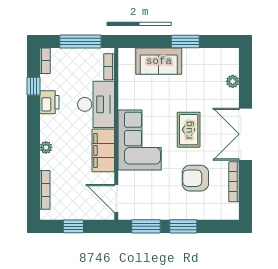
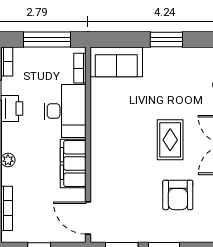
sofa: (159, 61) -> (116, 62), moved
corner sofa: (140, 140) -> (115, 152), removed
armchair: (195, 178) -> (178, 195), turned -90

